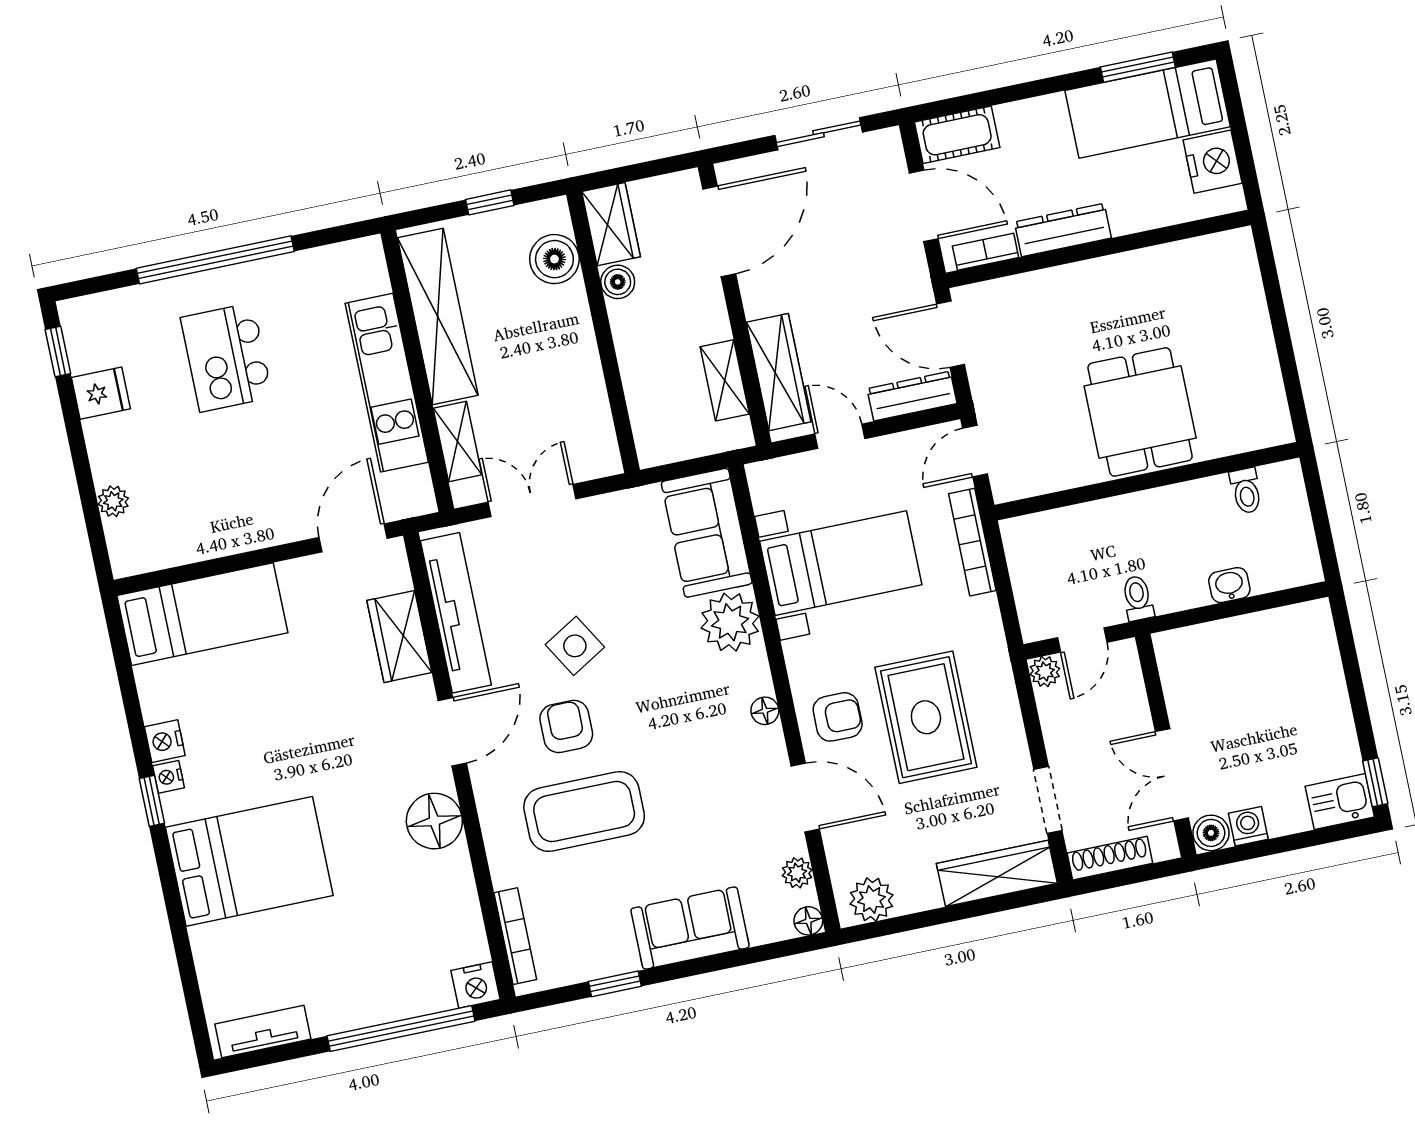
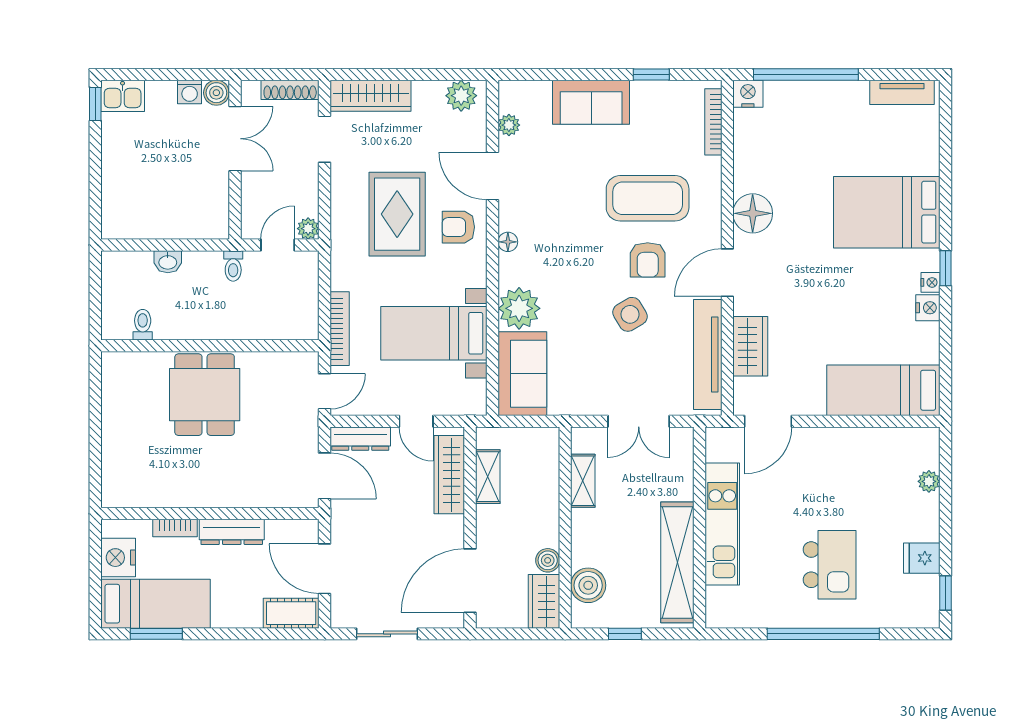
bookcase: (986, 252) -> (175, 528), moved
shelving: (457, 441) -> (583, 481), moved
floor lamp: (808, 921) -> (508, 90), removed

